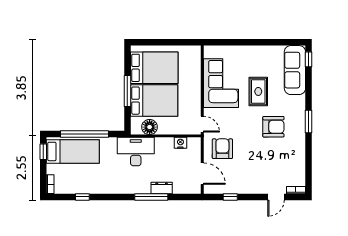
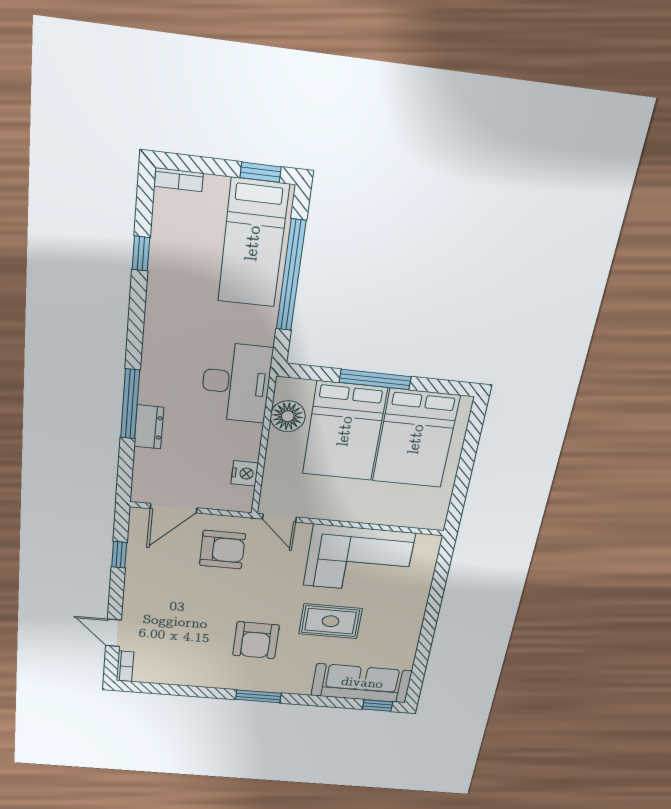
door: (202, 124) -> (279, 518), hinge flipped

